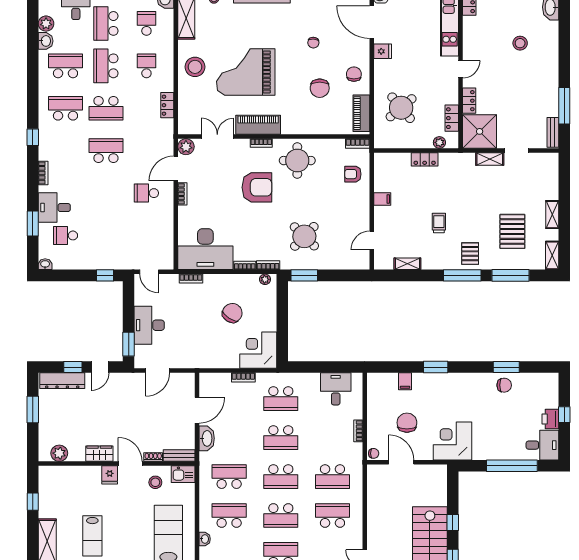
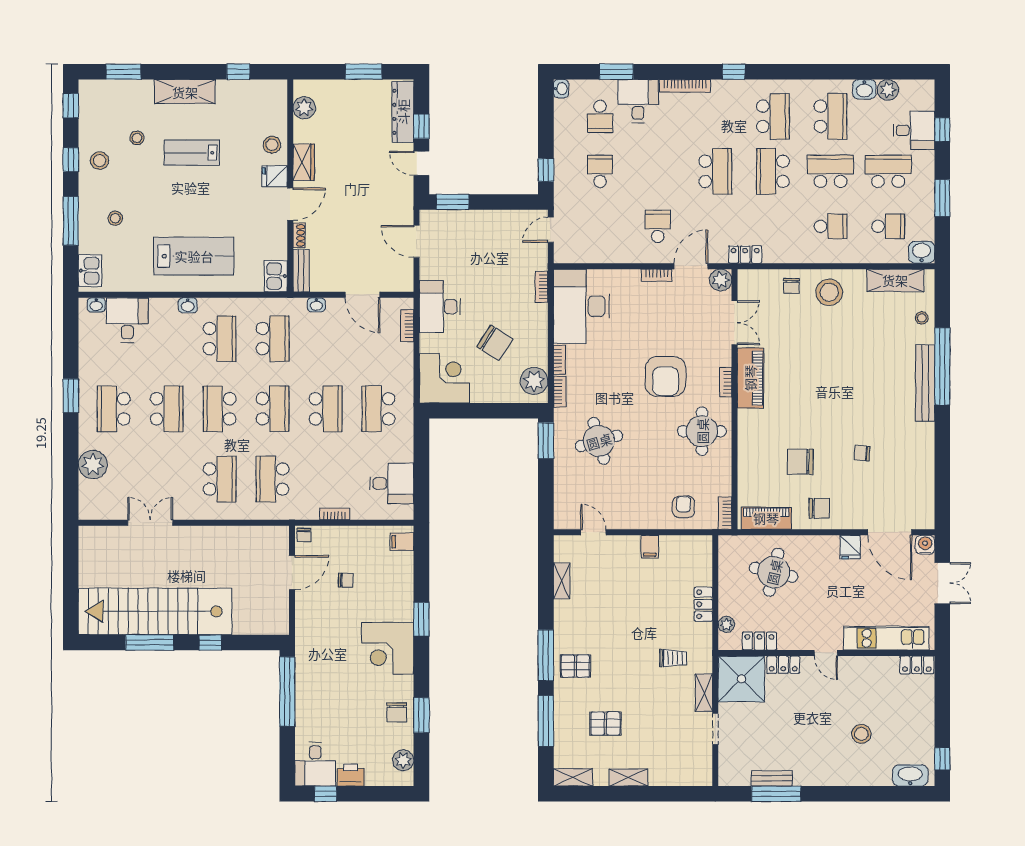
door: (372, 22) -> (890, 532), swing flipped
grand piano: (246, 72) -> (822, 361), removed
chair: (190, 95) -> (791, 286), added
locker: (167, 105) -> (745, 255), moved
round table: (401, 108) -> (774, 572), turned -37
bench: (553, 132) -> (772, 778), moved
door: (176, 169) -> (691, 266), hinge flipped
bookcase: (43, 173) -> (685, 86), width x1.56
trolley: (439, 223) -> (673, 658), moved
pallet: (512, 231) -> (605, 724), width x0.67, depth x0.71
school desk: (65, 235) -> (600, 116), turned 180
school desk: (106, 235) -> (600, 171), added
round table: (304, 236) -> (599, 441), turned 30
plant: (265, 279) -> (534, 381), width x1.88, depth x1.88
desk: (149, 325) -> (440, 307), moved, turned -90
bookcase: (243, 377) -> (407, 326), moved
plant: (539, 380) -> (403, 760), added
filing cabinet: (405, 381) -> (402, 542), moved
window: (564, 415) -> (325, 794), moved
chair: (407, 423) -> (346, 580), width x0.54, depth x0.54
washbasin: (207, 438) -> (316, 305), width x0.52, depth x0.69
school desk: (281, 438) -> (326, 409), turned 180
corner desk: (453, 441) -> (388, 648), moved, turned 180
window: (512, 466) -> (287, 692), moved
school desk: (281, 477) -> (273, 409), turned 180
stool: (155, 482) -> (272, 145), moved

